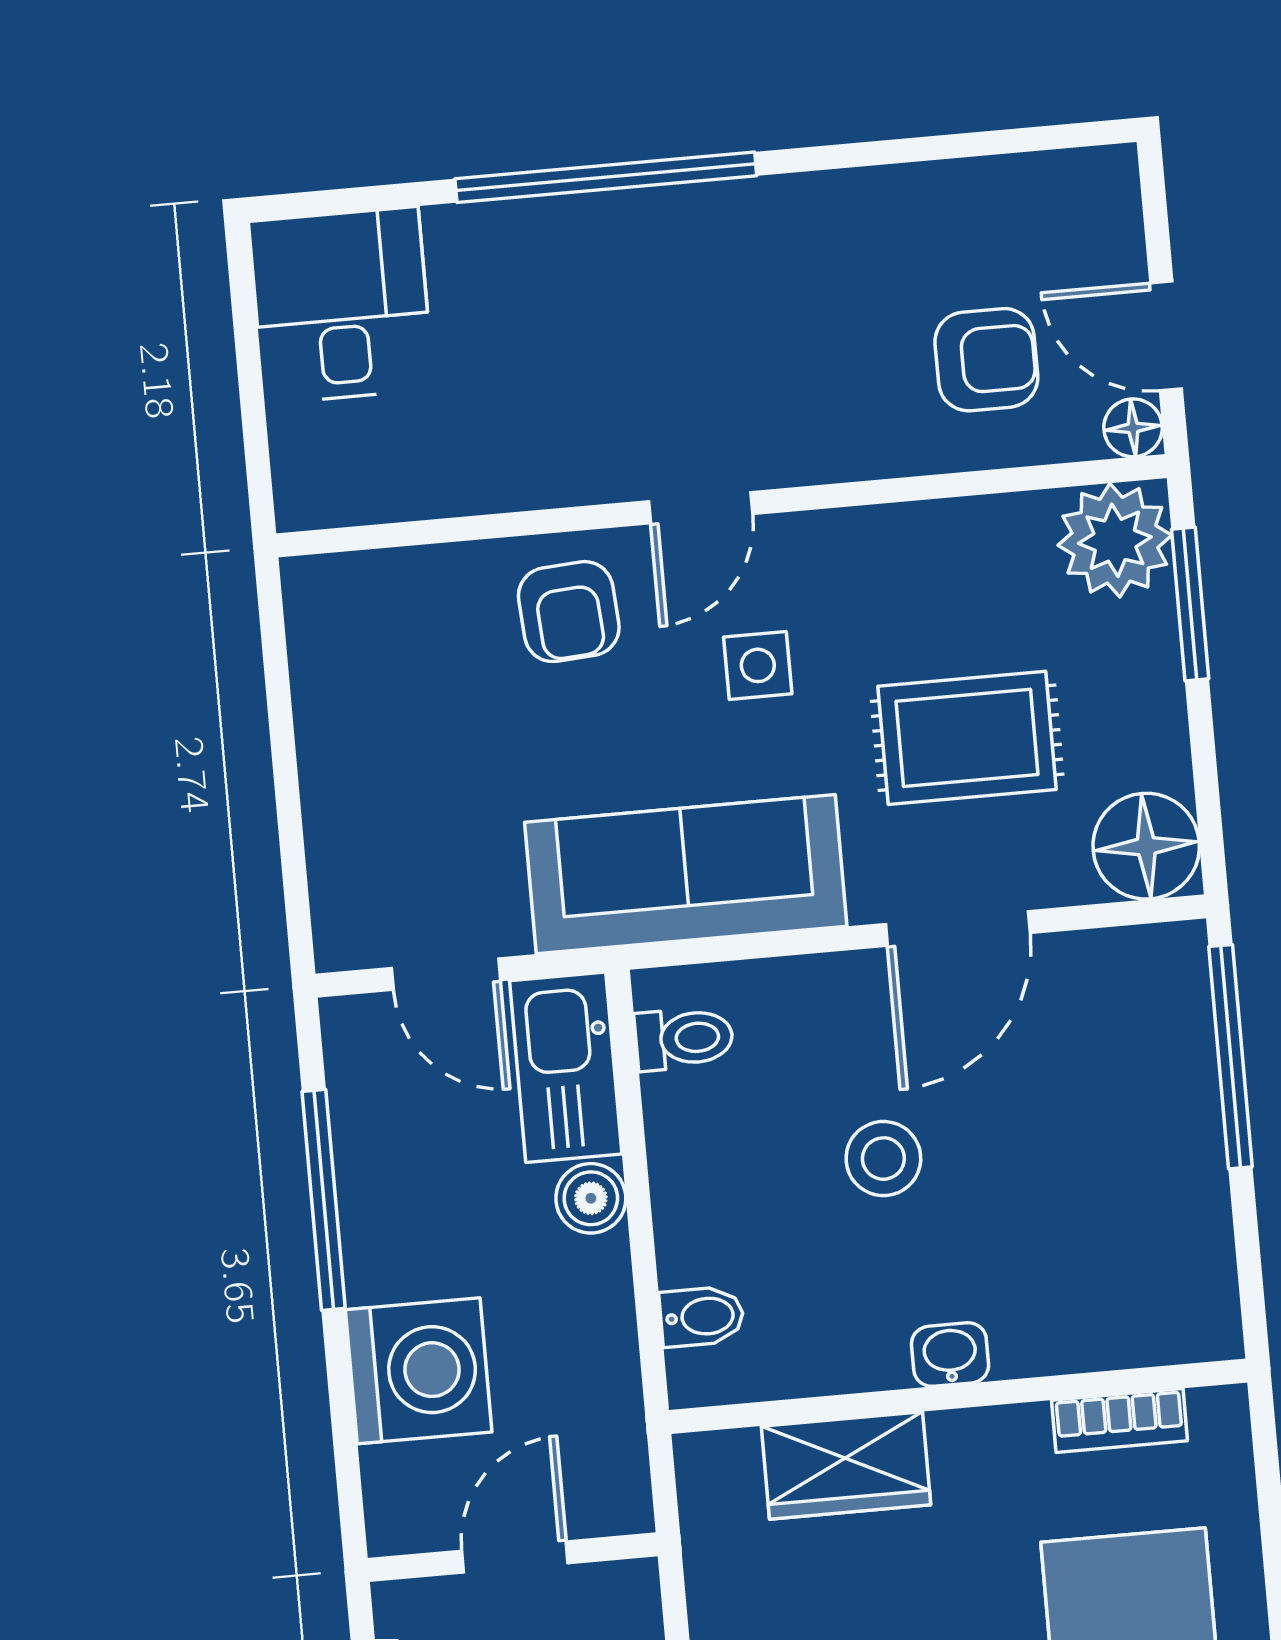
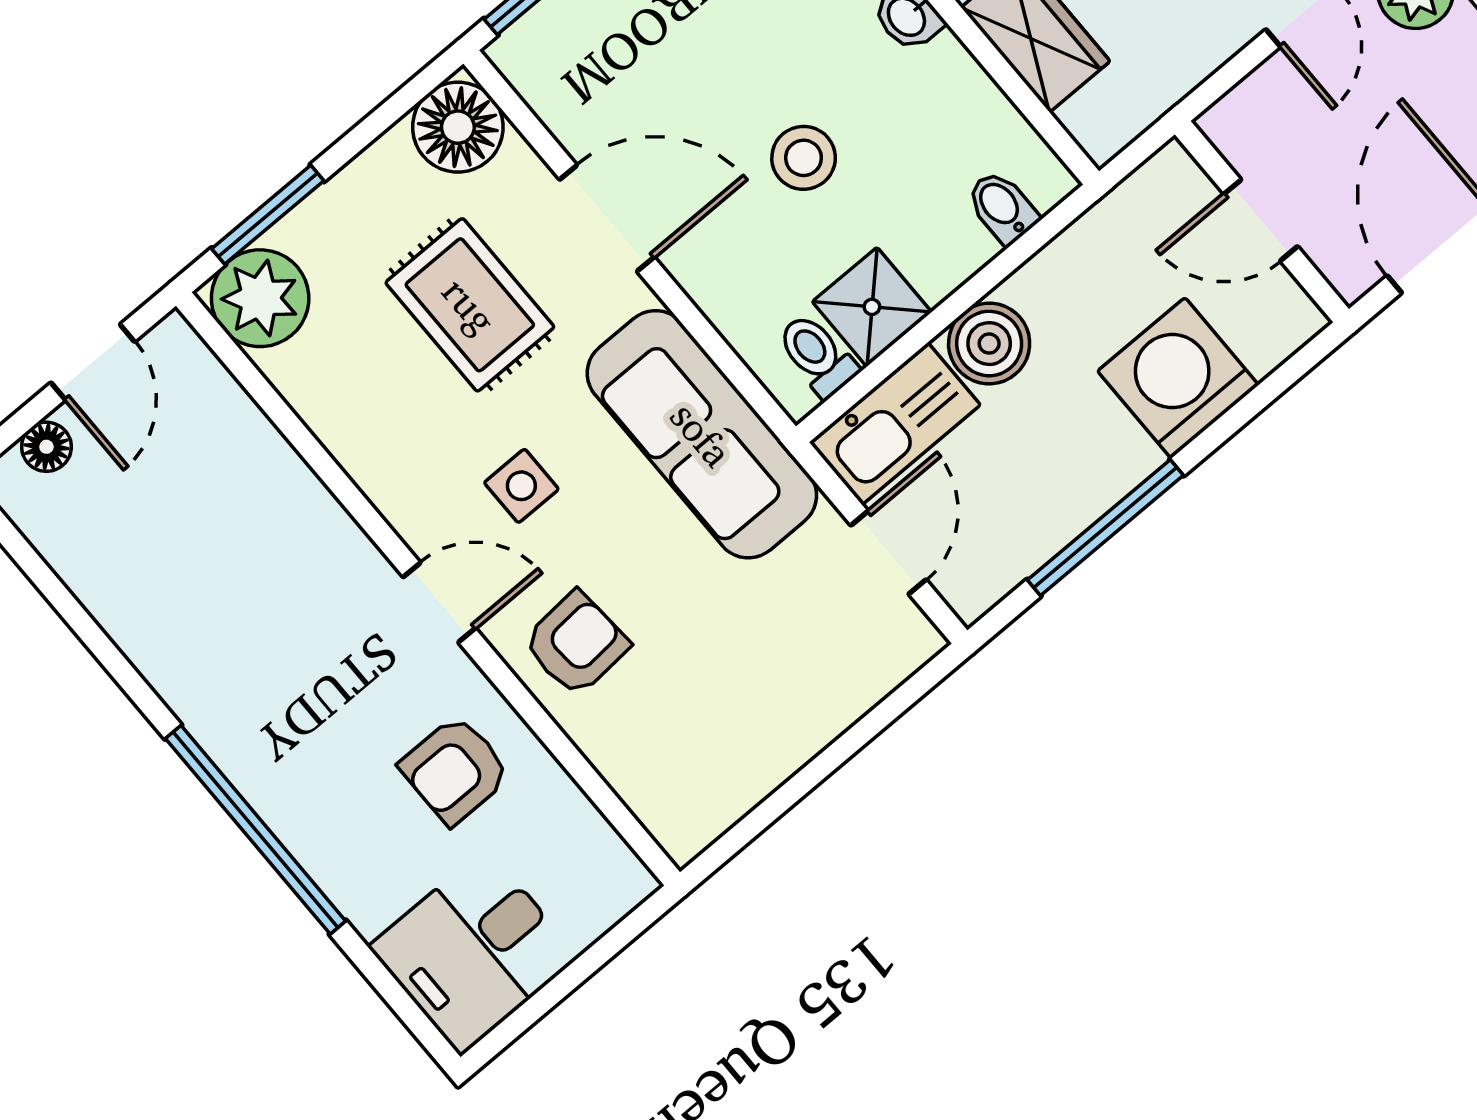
armchair: (986, 360) -> (455, 770), moved, turned -90
floor lamp: (1133, 428) -> (46, 447), moved
shower: (694, 1124) -> (872, 307), added
boiler: (591, 1198) -> (989, 344), width x1.36, depth x1.36

